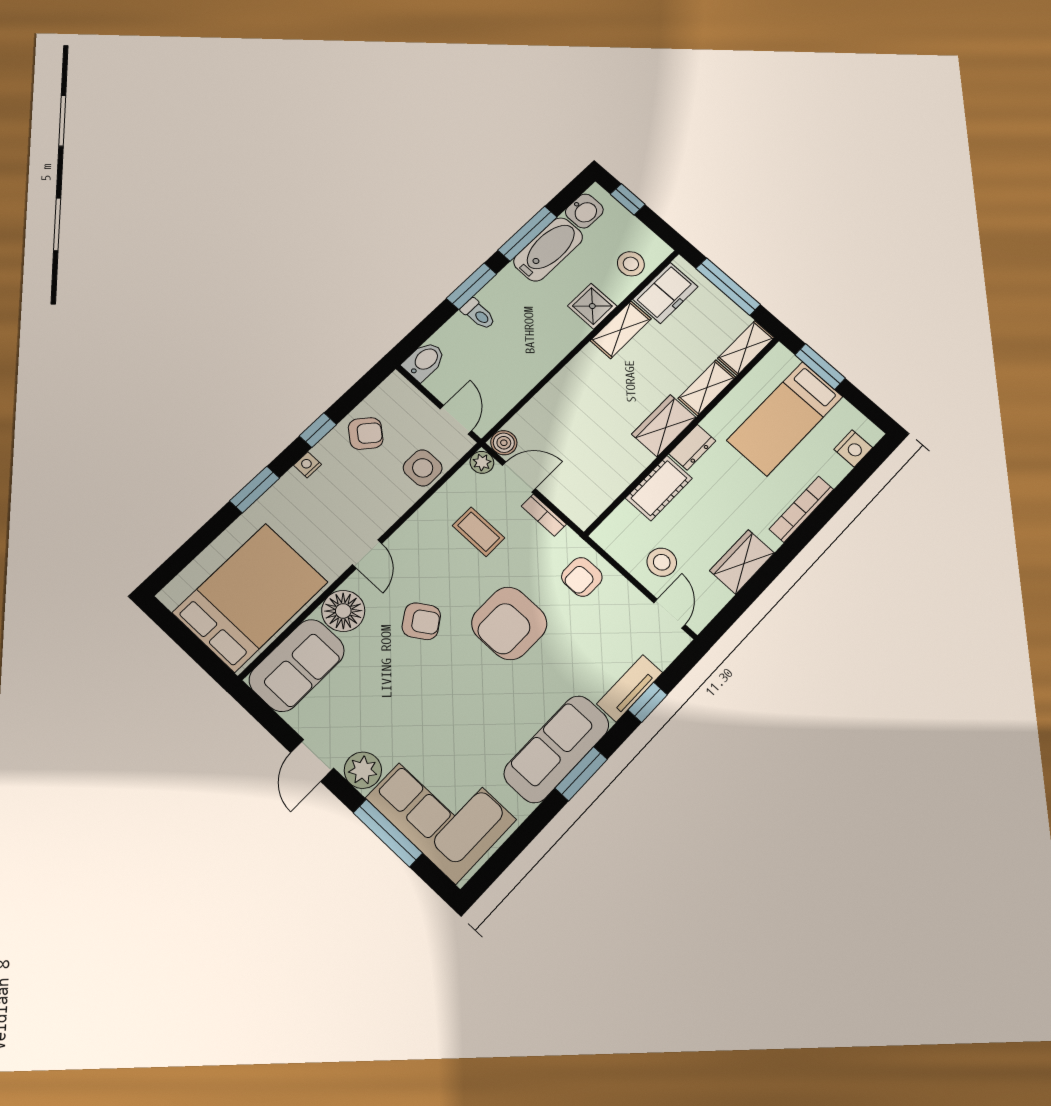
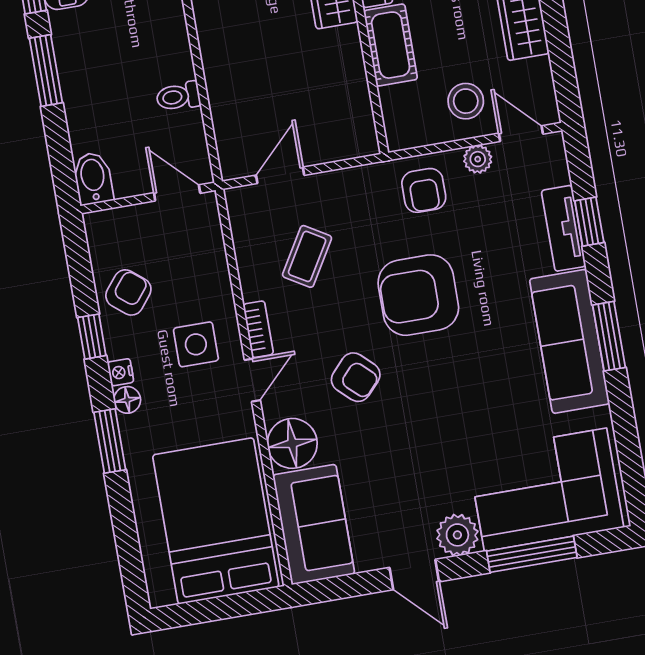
toilet: (478, 314) -> (178, 96), moved, turned 180
boiler: (504, 443) -> (235, 163), removed
plant: (482, 462) -> (478, 159), moved
side table: (423, 468) -> (196, 344), moved
floor lamp: (292, 482) -> (127, 400), added
bookcase: (544, 515) -> (258, 329), moved, turned -90
coffee table: (479, 532) -> (307, 256), turned -59
door: (367, 554) -> (252, 380), hinge flipped
armchair: (421, 621) -> (356, 377), turned 77
armchair: (509, 623) -> (418, 295), turned 90

